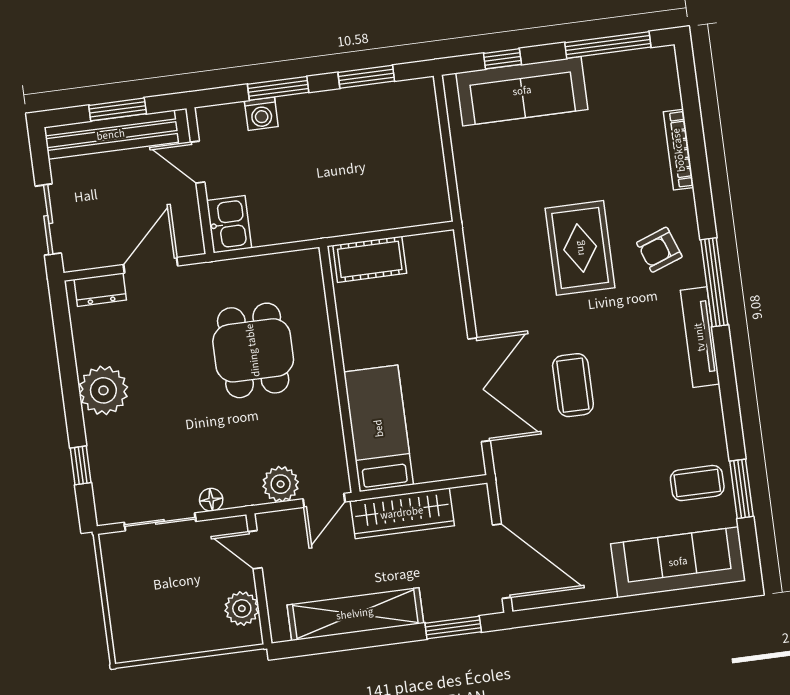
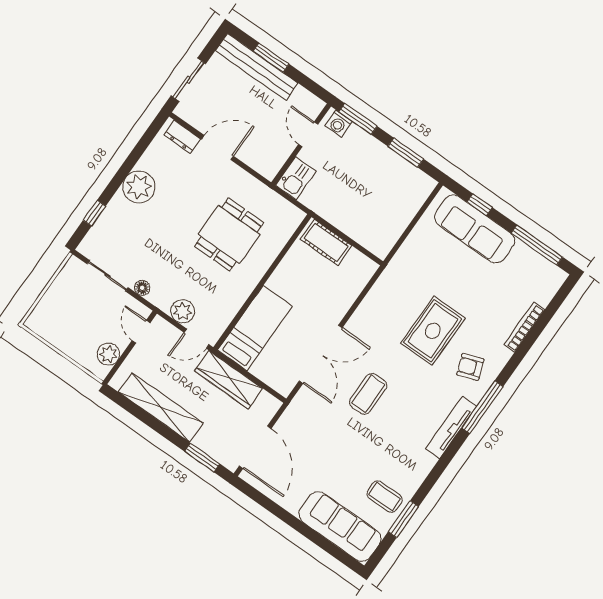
door: (198, 162) -> (308, 134), moved
wall: (200, 181) -> (301, 144), moved
kitchen sink: (229, 224) -> (296, 178), moved

